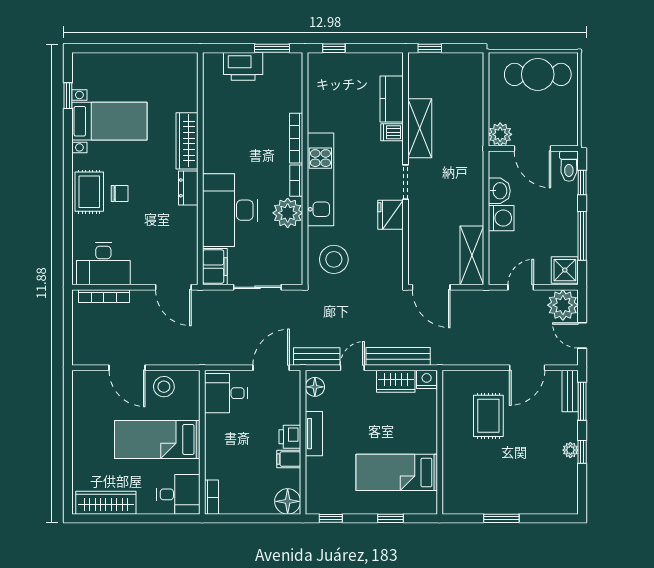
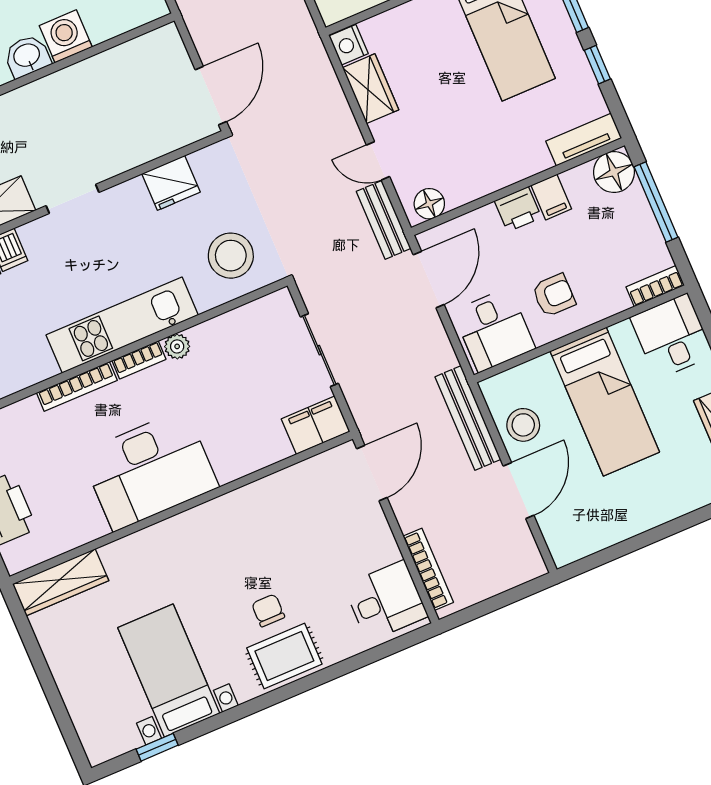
wardrobe: (187, 141) -> (61, 582), moved
dresser: (188, 188) -> (217, 513), removed
desk: (230, 210) -> (149, 470), moved
plant: (288, 213) -> (177, 346), width x0.53, depth x0.53
fridge: (391, 215) -> (171, 183), moved
shelving: (472, 255) -> (139, 56), removed
desk: (103, 264) -> (386, 601), width x0.73
bench: (398, 356) -> (468, 418), moved
door: (271, 368) -> (429, 280), swing flipped
tv unit: (314, 434) -> (584, 140), moved
armchair: (231, 436) -> (554, 295), added
window: (260, 518) -> (656, 202), added
window: (331, 518) -> (597, 65), moved

